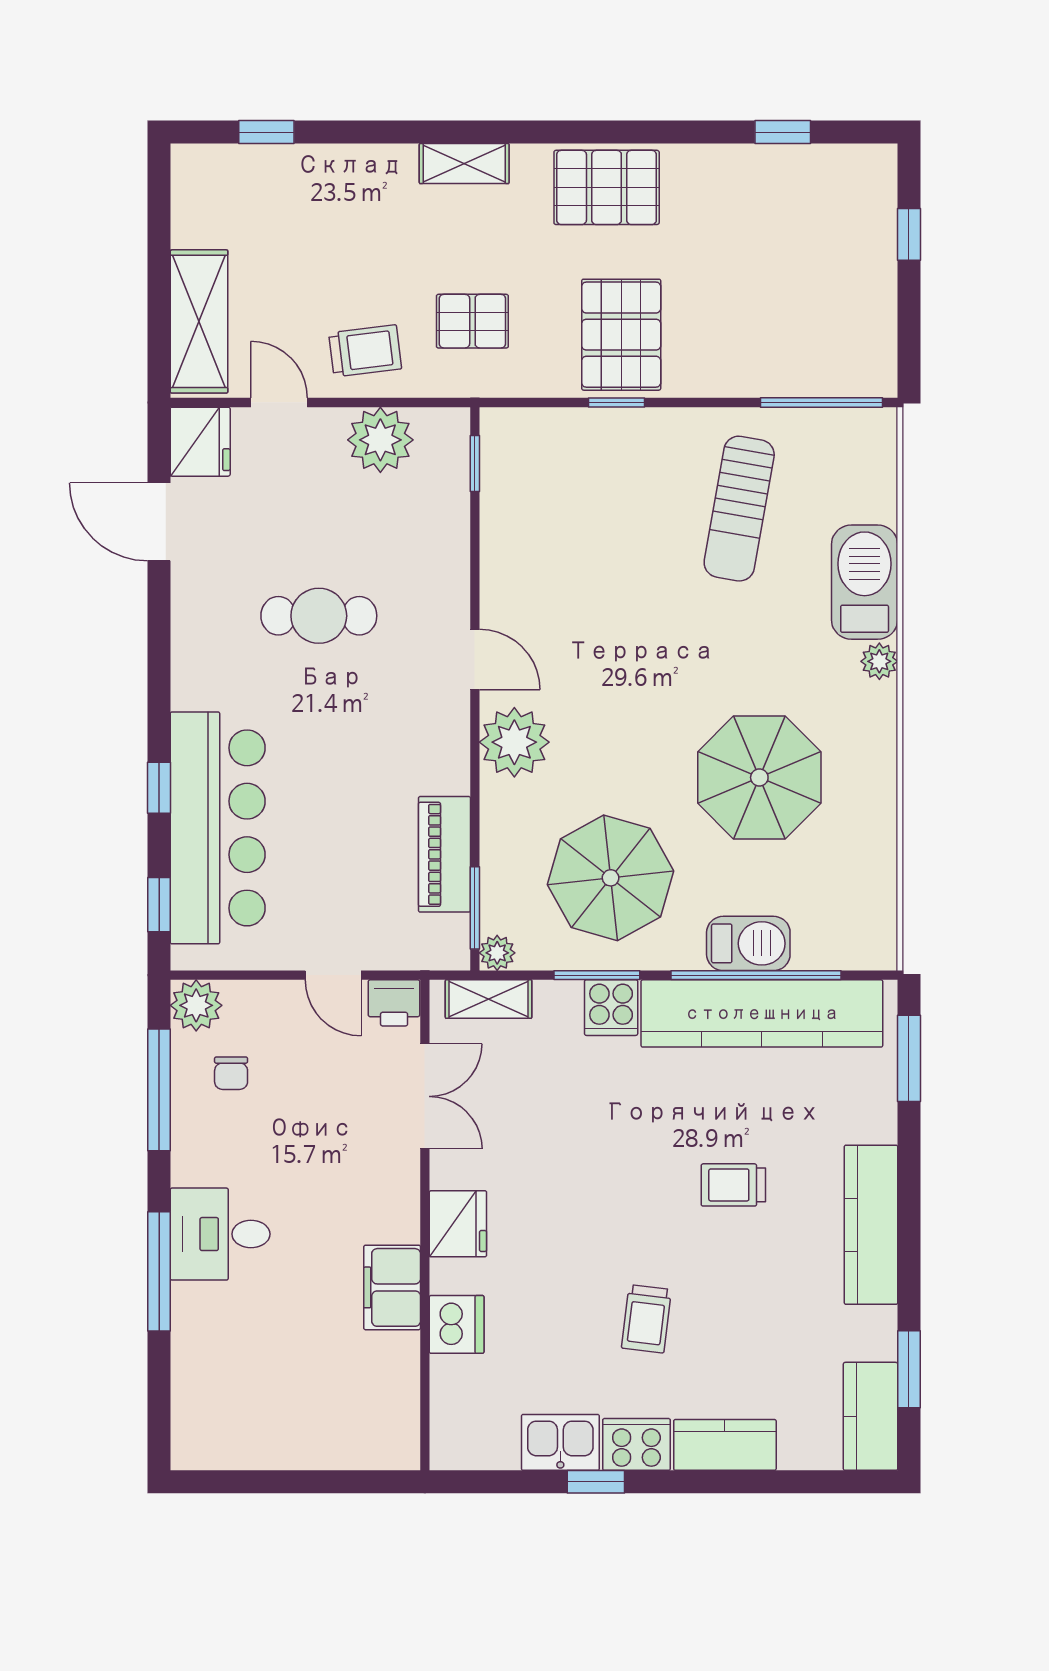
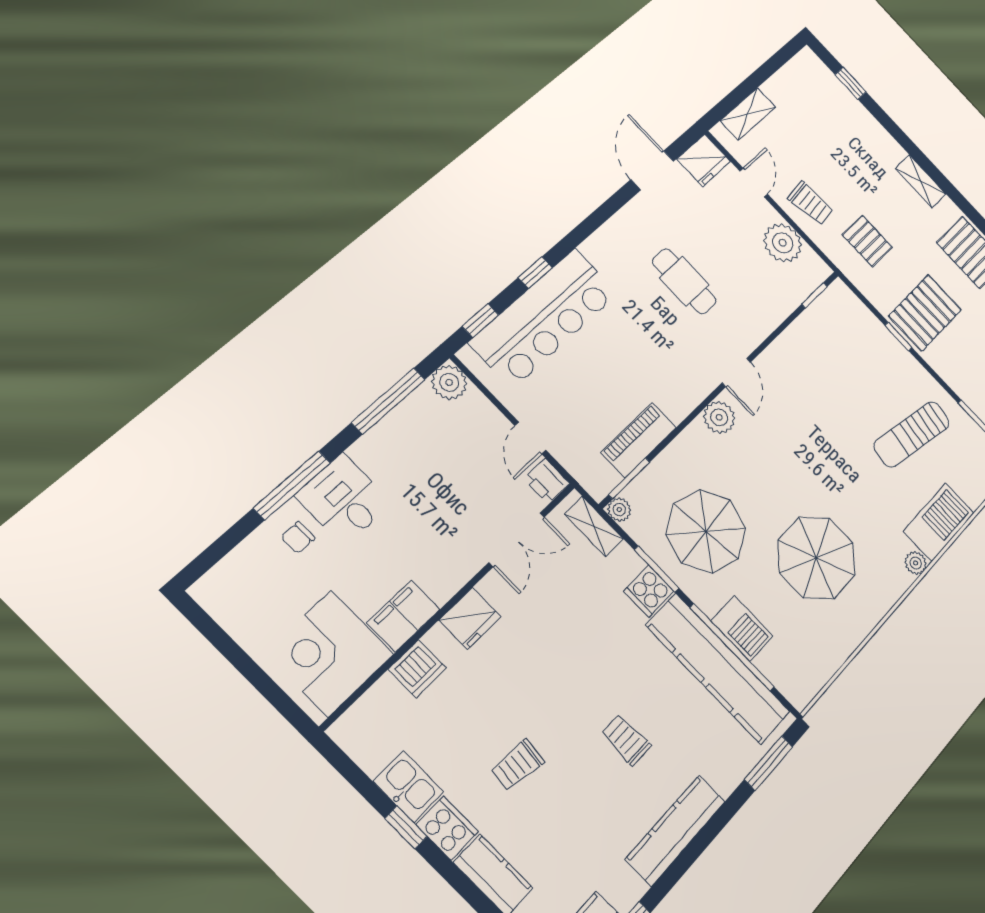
shelving: (199, 321) -> (748, 114), width x0.67, depth x0.75
plant: (514, 742) -> (719, 417), width x0.73, depth x0.73
chair: (231, 1073) -> (298, 537), moved
corner desk: (360, 1394) -> (330, 653), added

